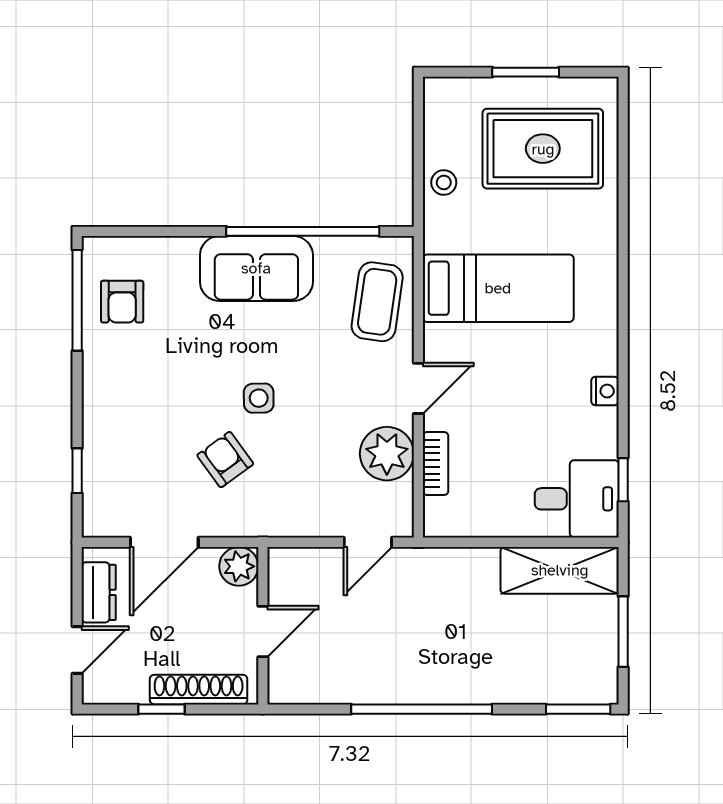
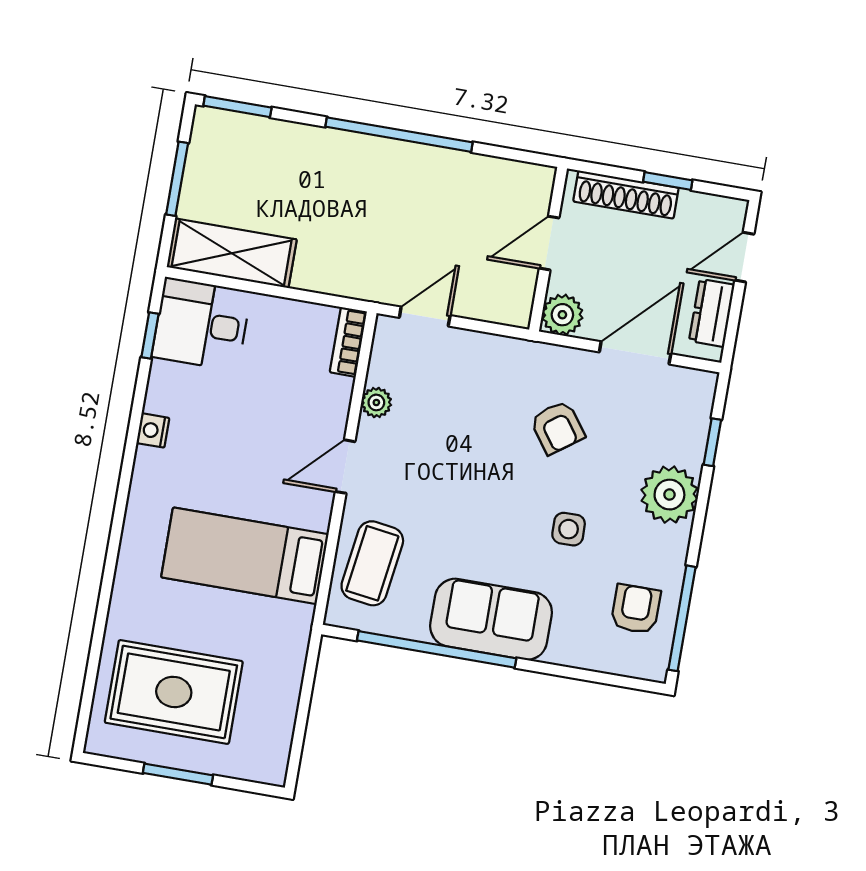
stool: (444, 182) -> (282, 675), removed
side table: (259, 398) -> (569, 529), moved
plant: (109, 415) -> (669, 495), added
plant: (387, 454) -> (376, 402), width x0.53, depth x0.53
bookcase: (436, 463) -> (348, 342), moved

